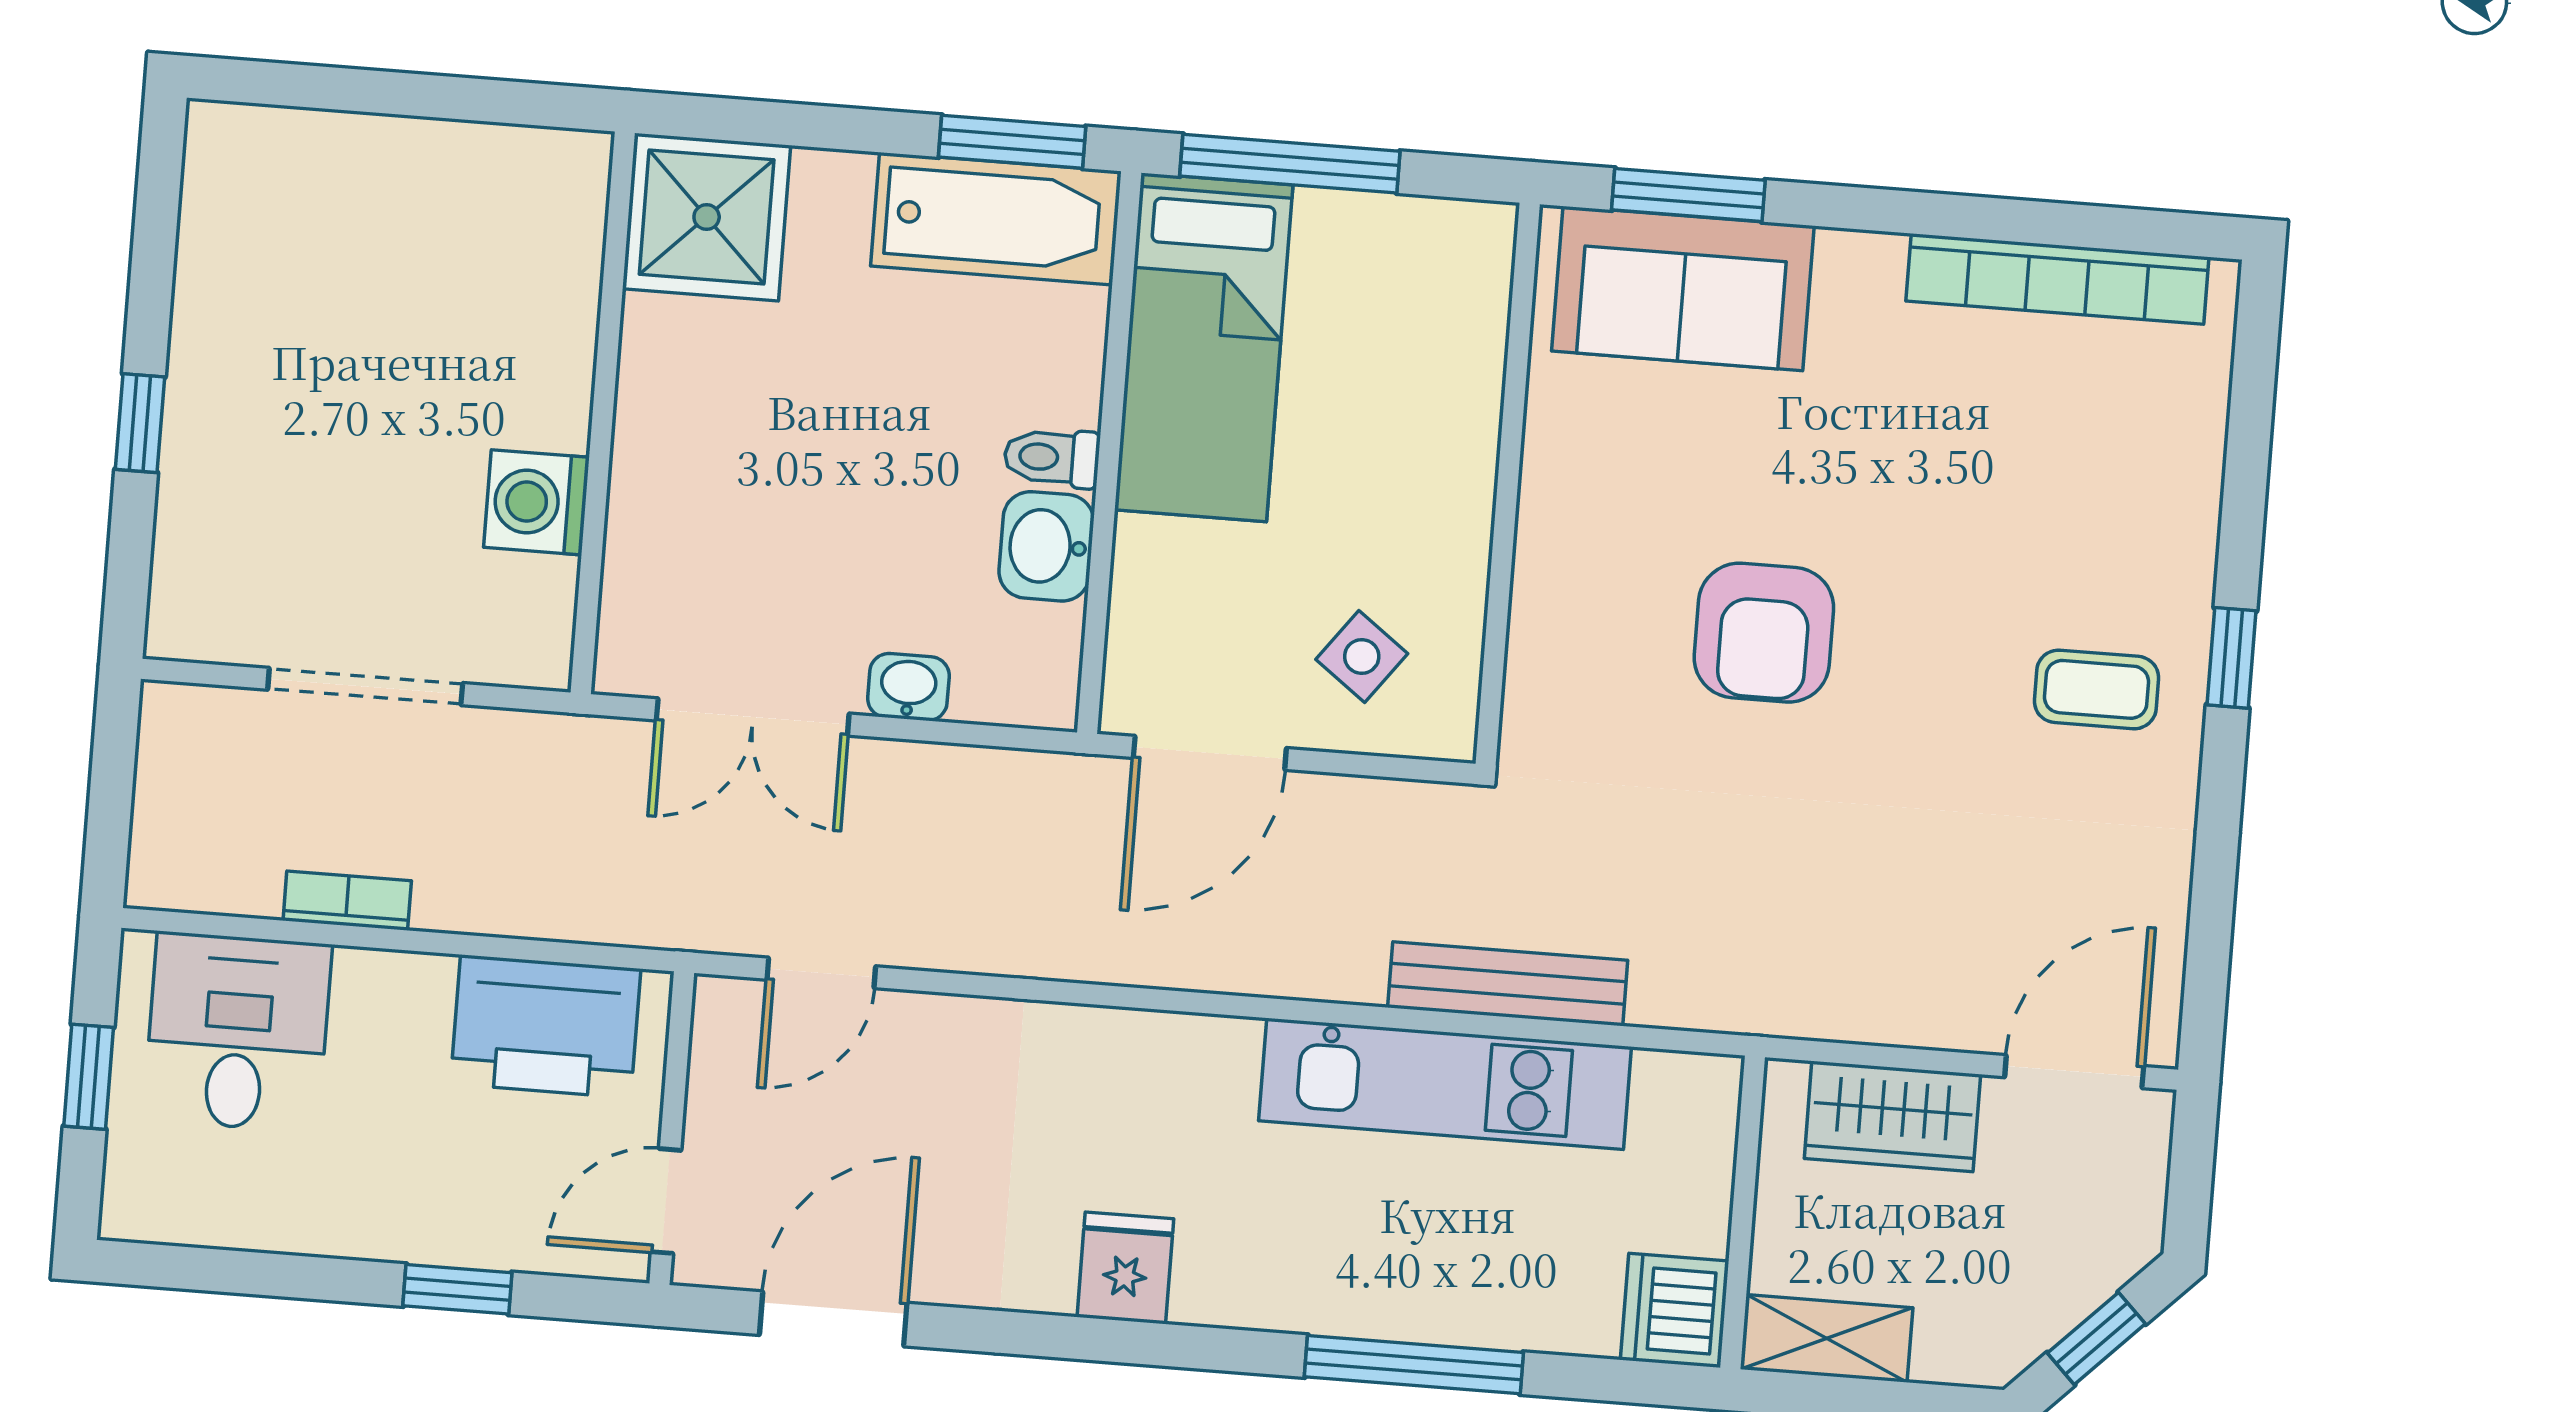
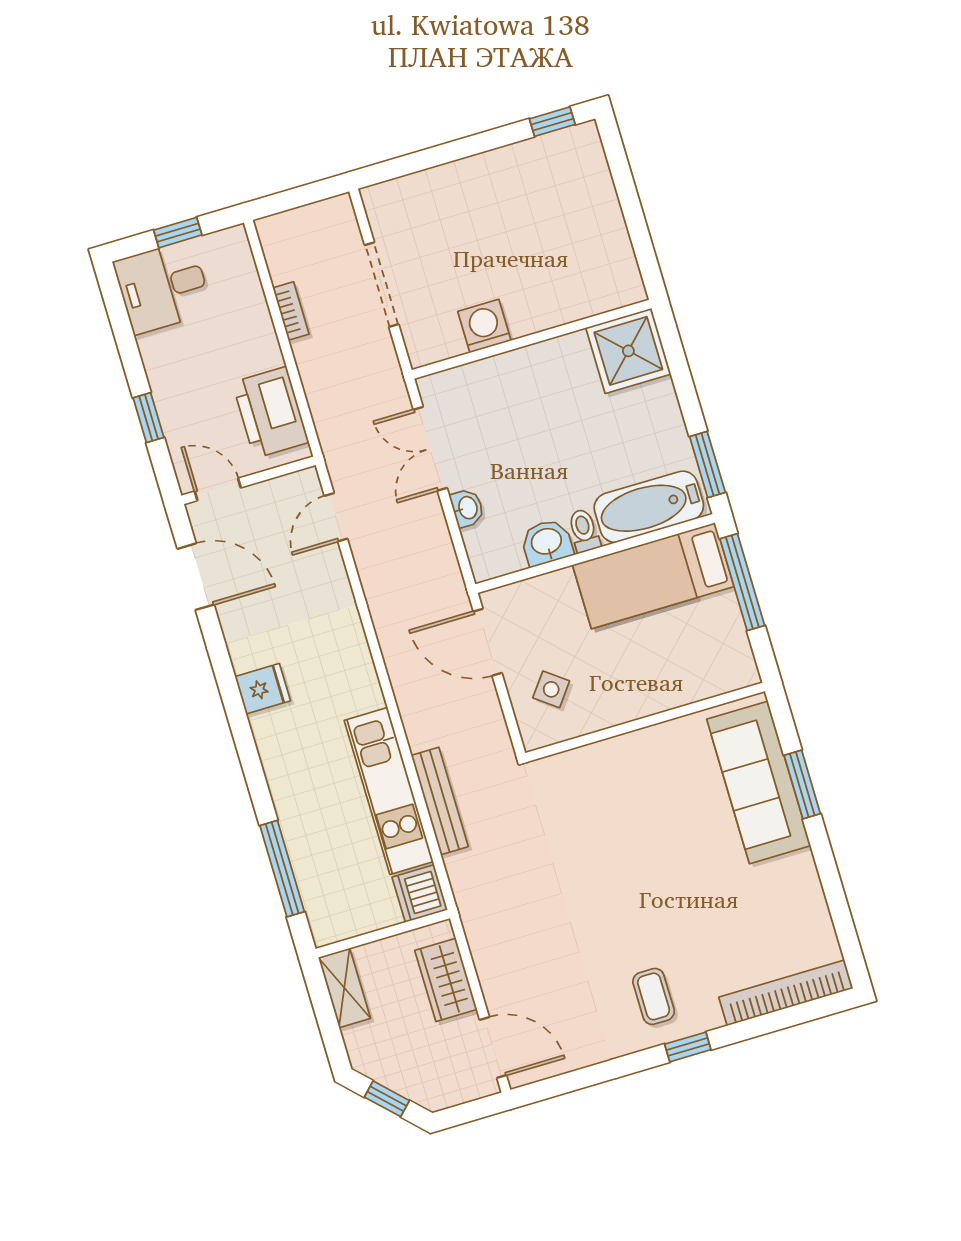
window: (1688, 195) -> (802, 784), moved
bathtub: (996, 219) -> (649, 507), moved, turned 90
bookcase: (2057, 279) -> (786, 993), moved, turned 90
sofa: (1683, 289) -> (759, 782), width x1.36
window: (140, 423) -> (552, 122), moved
armchair: (1764, 633) -> (624, 851), removed
door: (821, 973) -> (336, 517), hinge flipped
desk: (238, 1032) -> (163, 287), moved, turned 180
dishwasher: (1675, 1310) -> (420, 893), moved, turned -90
window: (1414, 1365) -> (282, 869), moved

